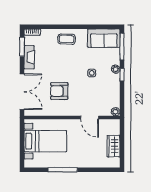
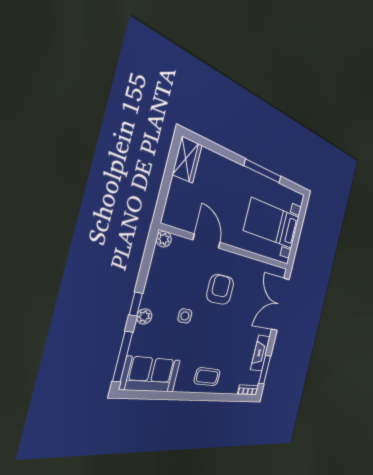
armchair: (59, 91) -> (220, 289), moved, turned -90
wardrobe: (114, 146) -> (187, 160), moved

